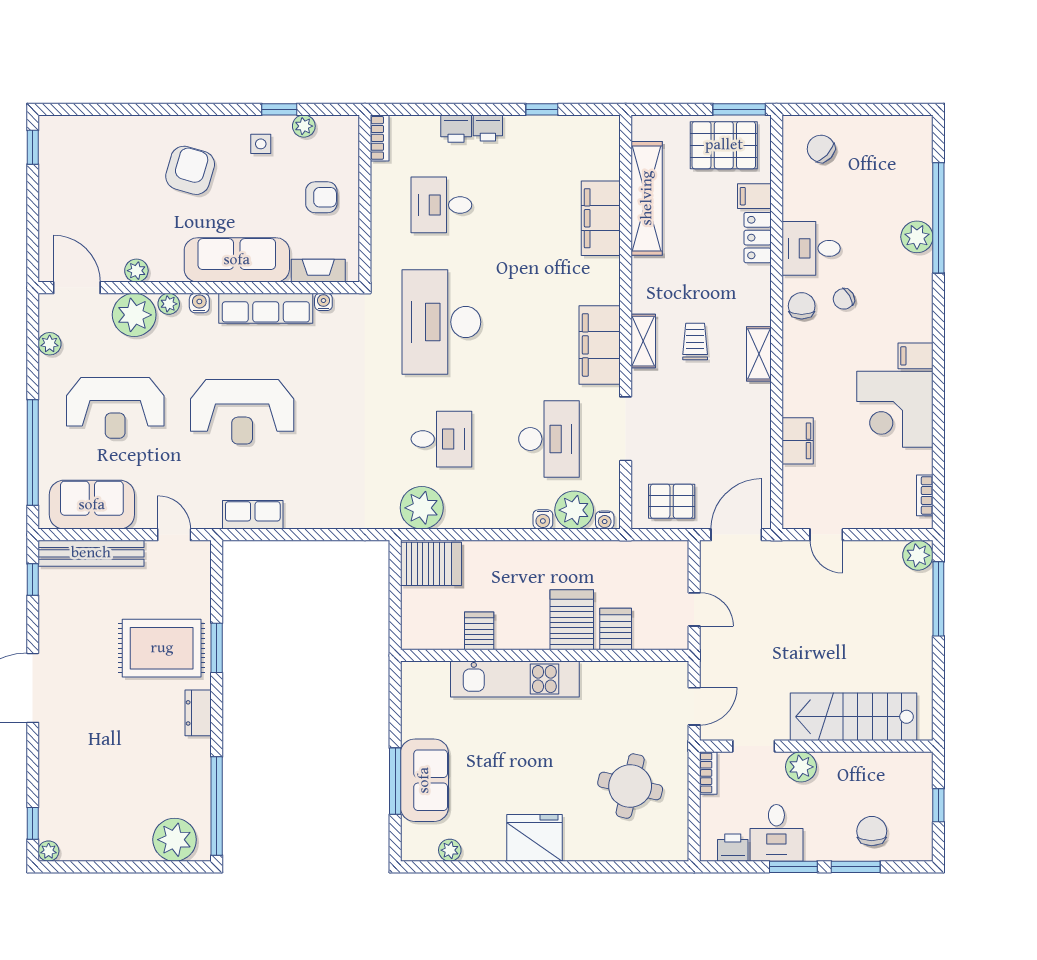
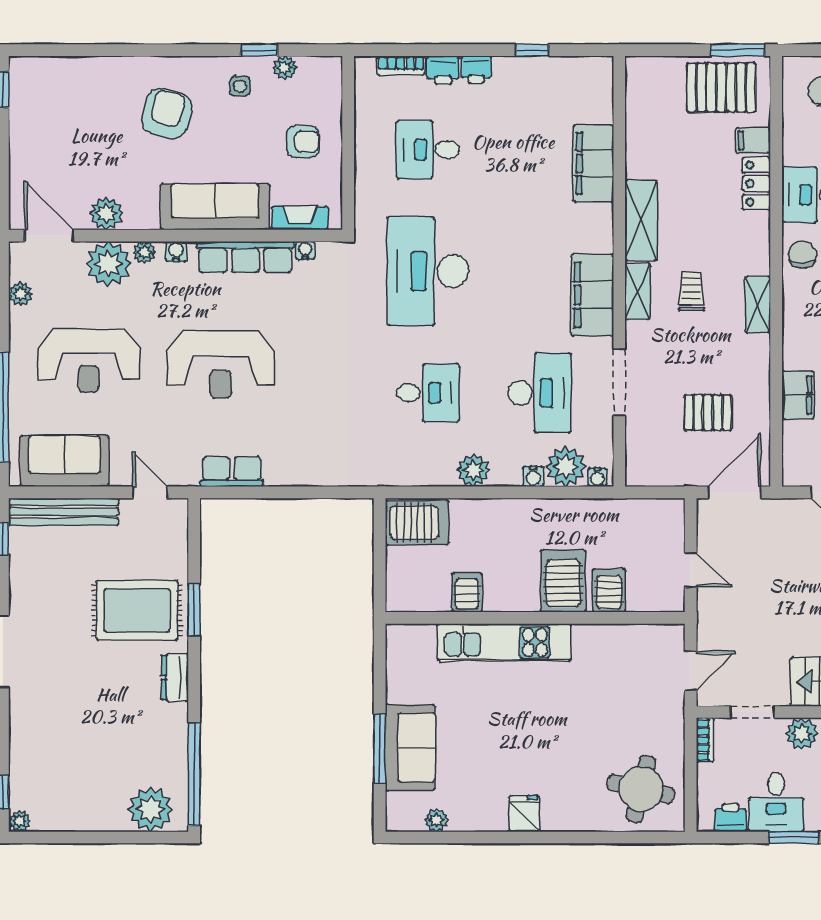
bookcase: (380, 138) -> (401, 65), moved, turned 90
shelving: (647, 198) -> (641, 220), moved, width x0.68
plant: (136, 271) -> (106, 213), width x1.38, depth x1.38
pallet: (672, 501) -> (708, 413), moved
plant: (422, 508) -> (473, 470), moved, width x0.73, depth x0.73
round table: (630, 786) -> (641, 789), moved
fridge: (535, 838) -> (525, 814), width x0.53, depth x0.75

